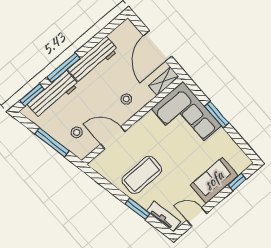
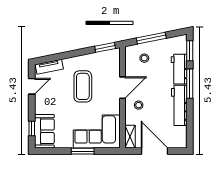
workbench: (53, 95) -> (179, 69), width x0.73
door: (113, 138) -> (122, 88), moved
coffee table: (142, 175) -> (83, 86), moved
sofa: (214, 180) -> (44, 131), moved
window: (137, 209) -> (105, 47), moved

